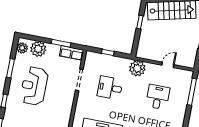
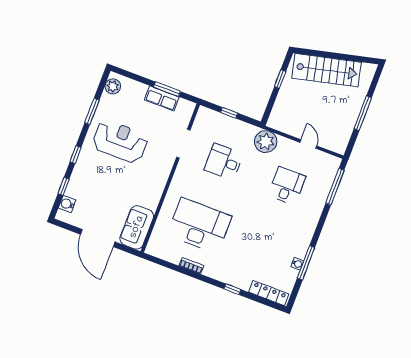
plant: (38, 49) -> (135, 92), removed
row of seats: (72, 53) -> (162, 98), moved
door: (168, 65) -> (308, 144), hinge flipped
reception desk: (34, 86) -> (120, 141), turned 90

